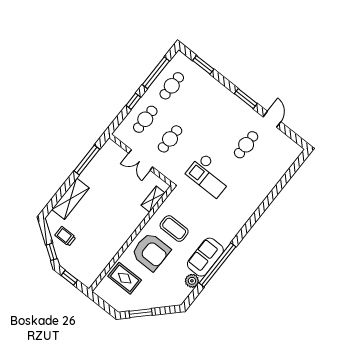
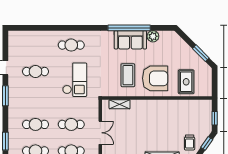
cafe table: (197, 105) -> (36, 124), added
cafe table: (244, 198) -> (71, 45), added
armchair: (151, 252) -> (155, 78), turned 90

